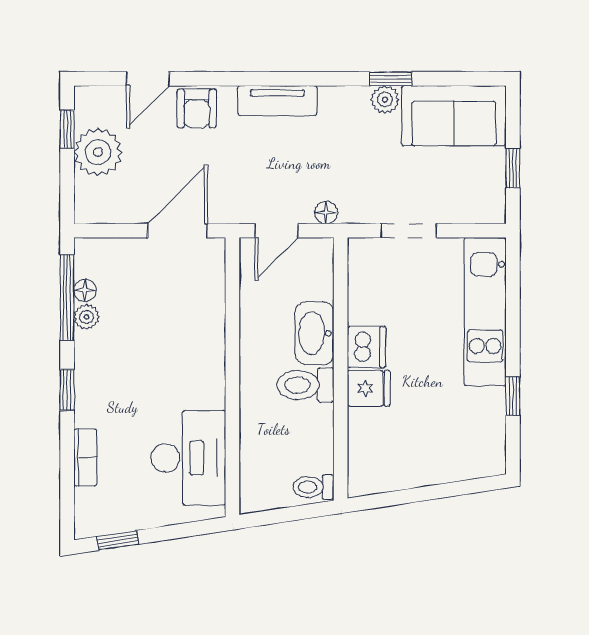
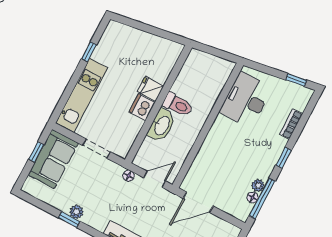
sofa: (454, 116) -> (53, 159), moved, turned 90
toilet: (313, 487) -> (198, 58), removed

